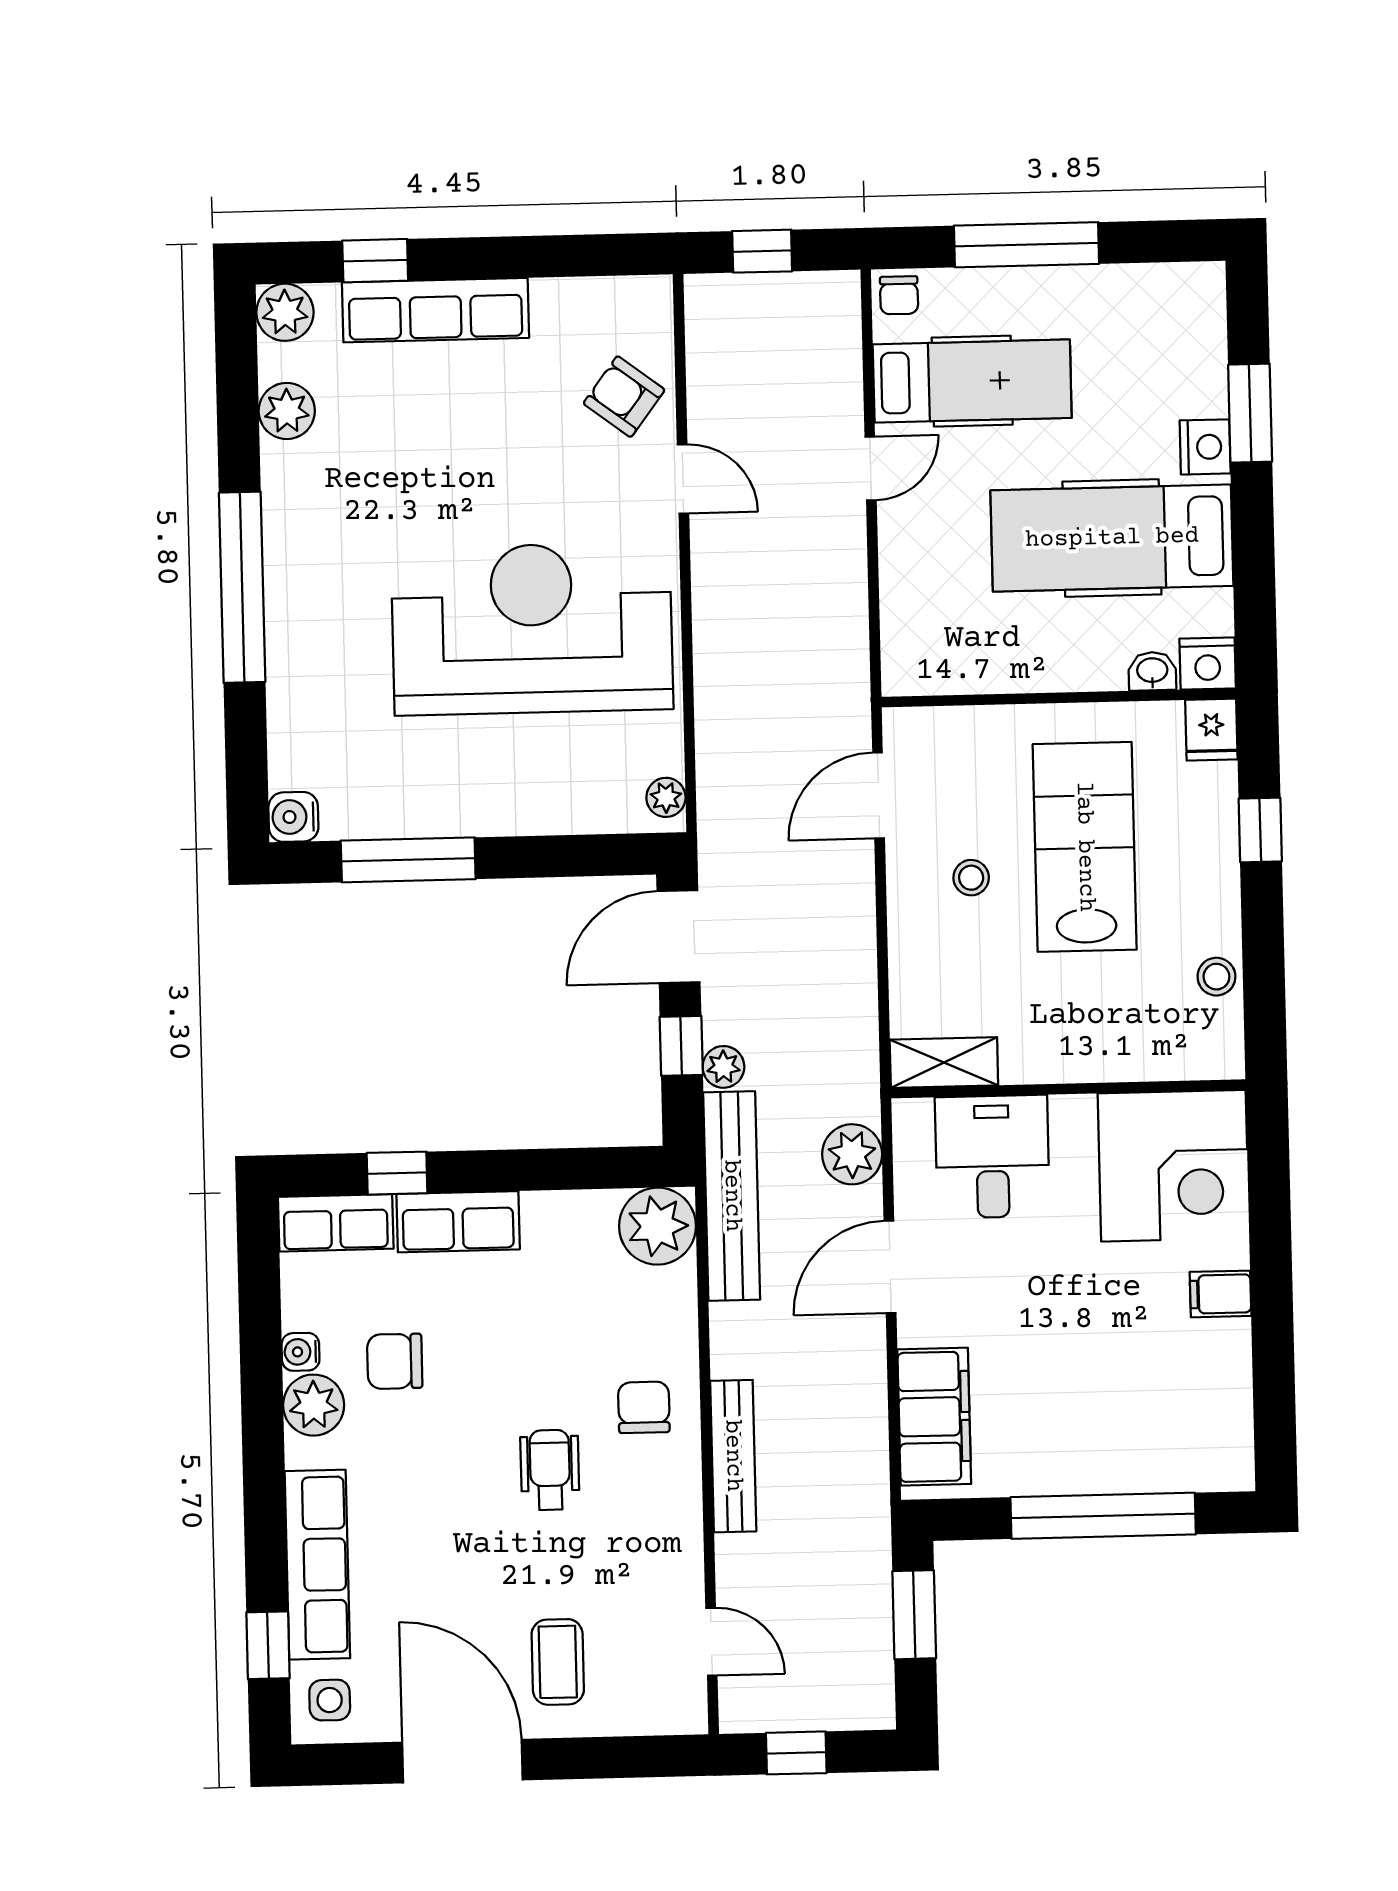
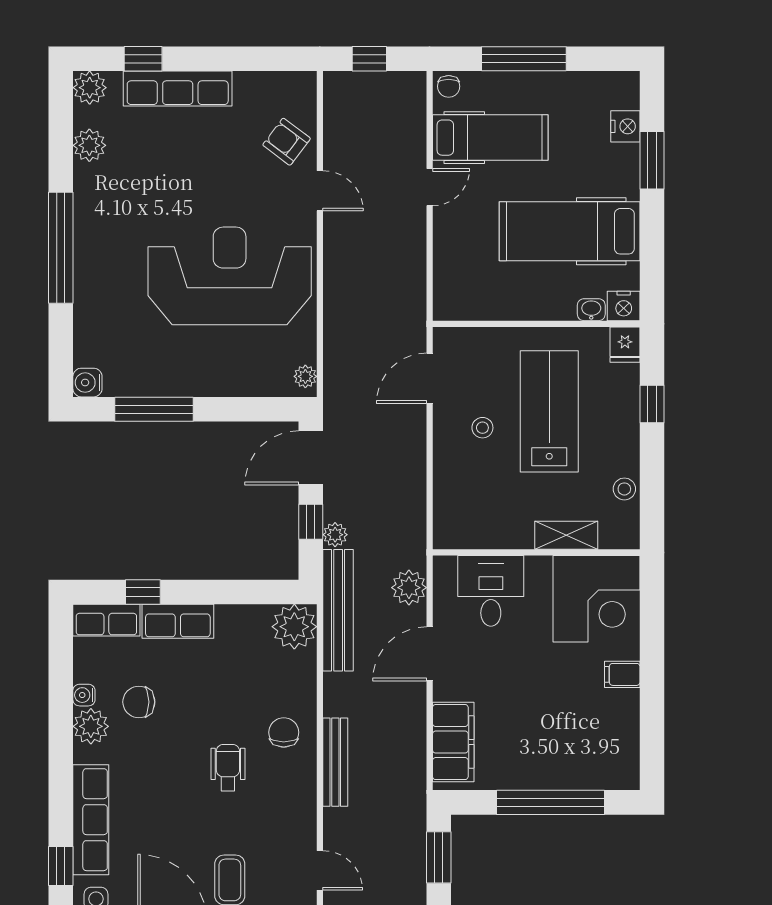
nightstand: (1205, 447) -> (625, 126), moved
shelving: (944, 1063) -> (566, 535), moved

